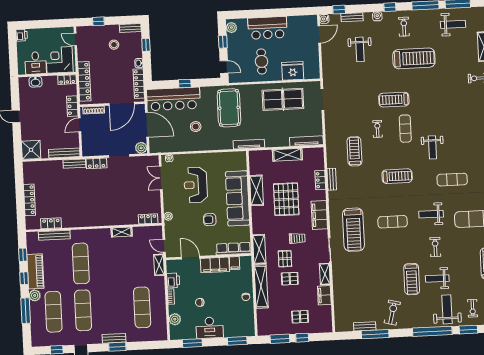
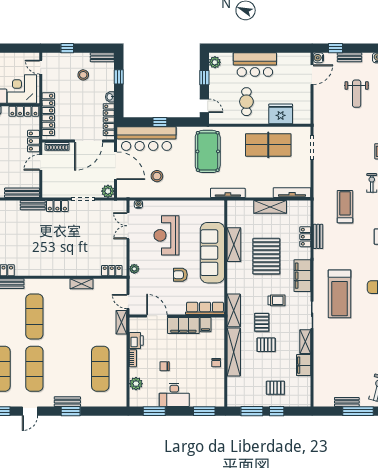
locker: (67, 80) -> (24, 111), width x1.53
stool: (196, 127) -> (157, 176), moved

